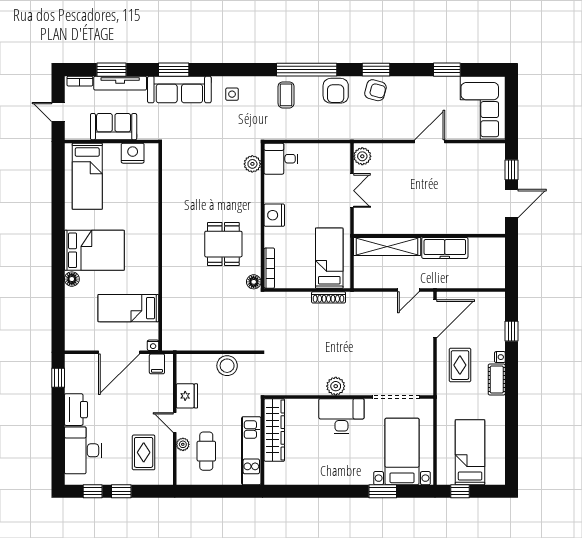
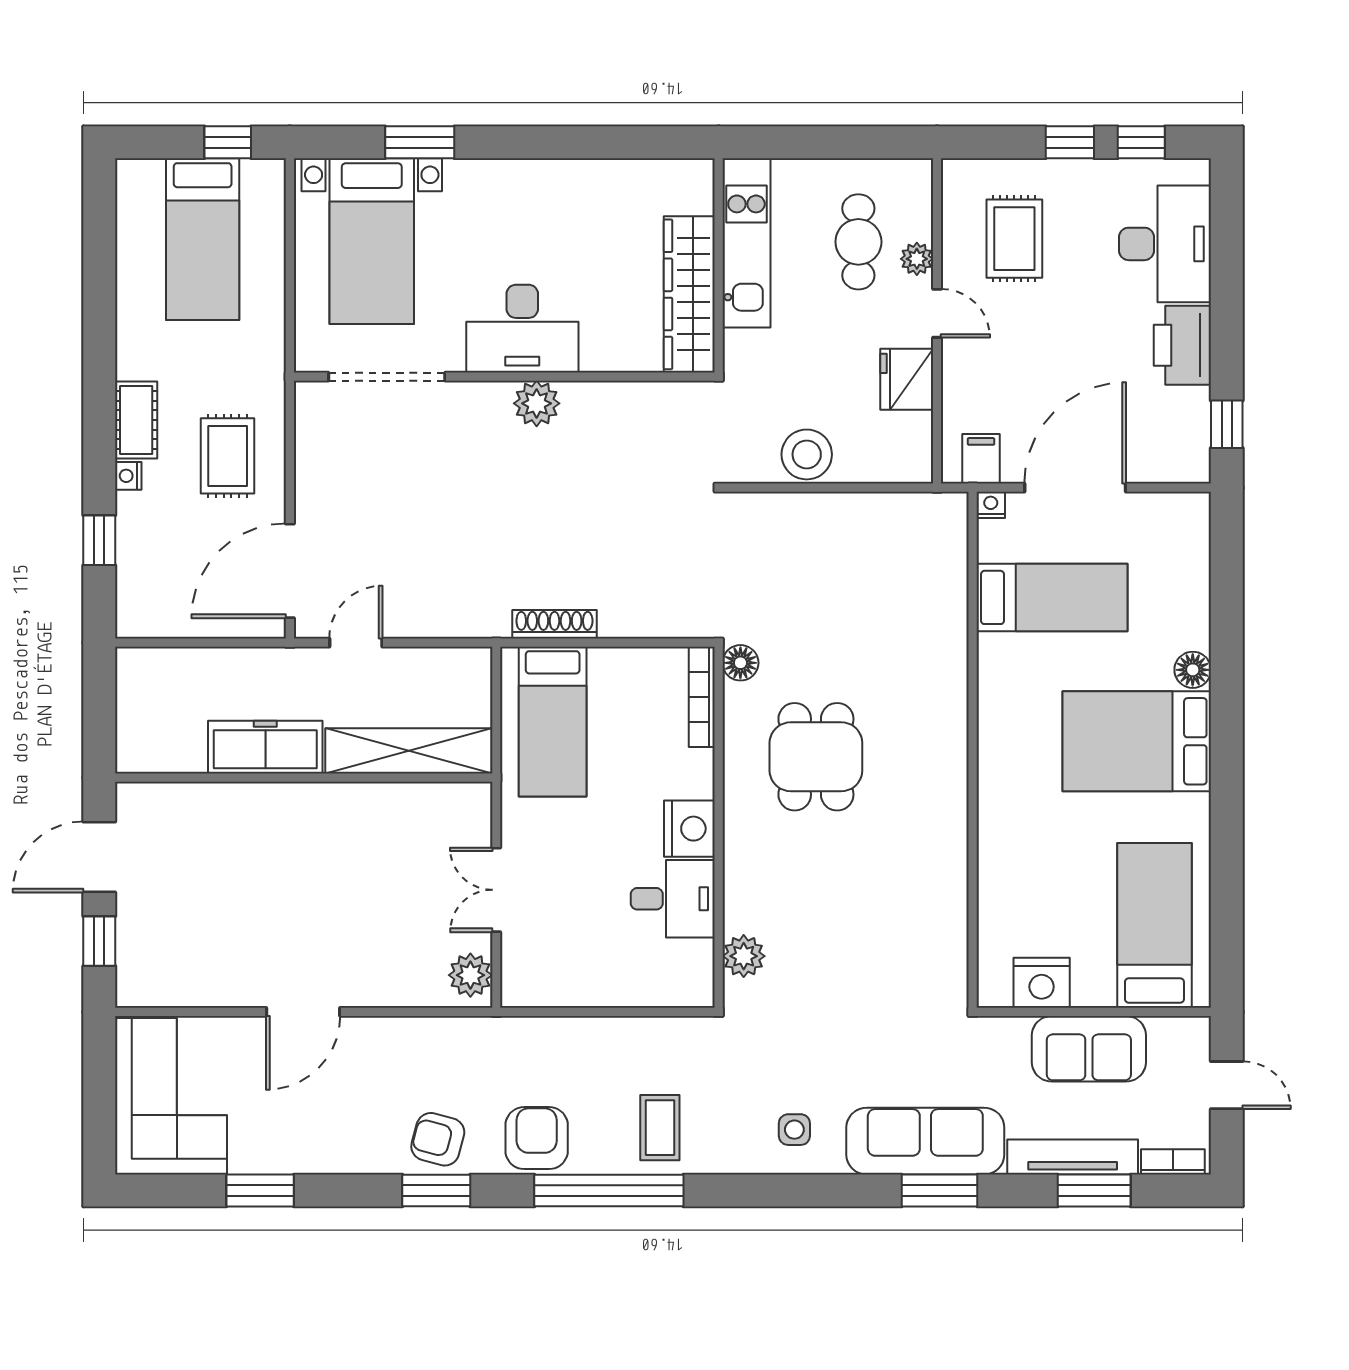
desk: (281, 159) -> (673, 899), moved

